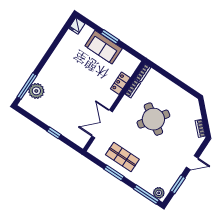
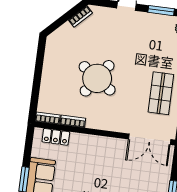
locker: (120, 83) -> (56, 137), moved
double door: (102, 124) -> (150, 139), moved

